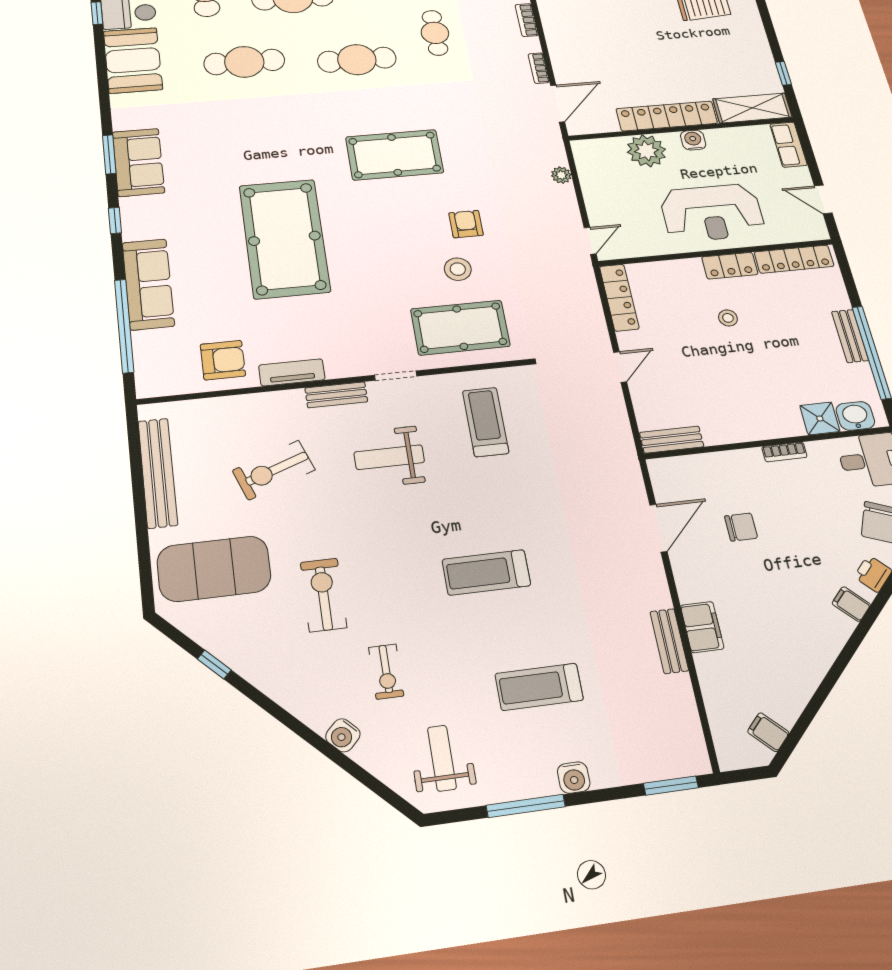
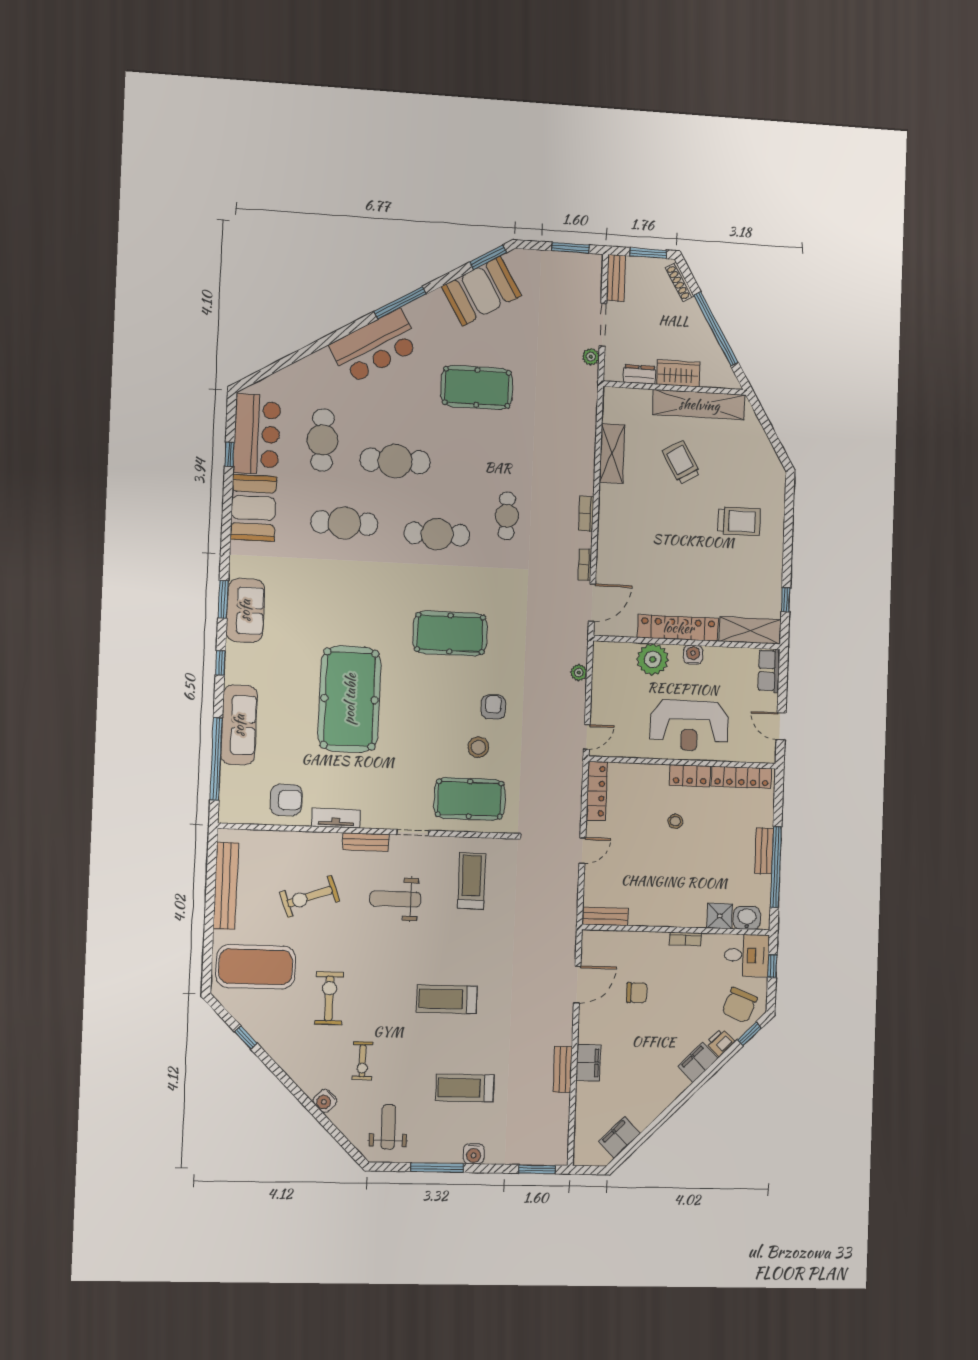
filing cabinet: (851, 604) -> (698, 1062), width x2.00
filing cabinet: (768, 732) -> (619, 1137), width x2.00

